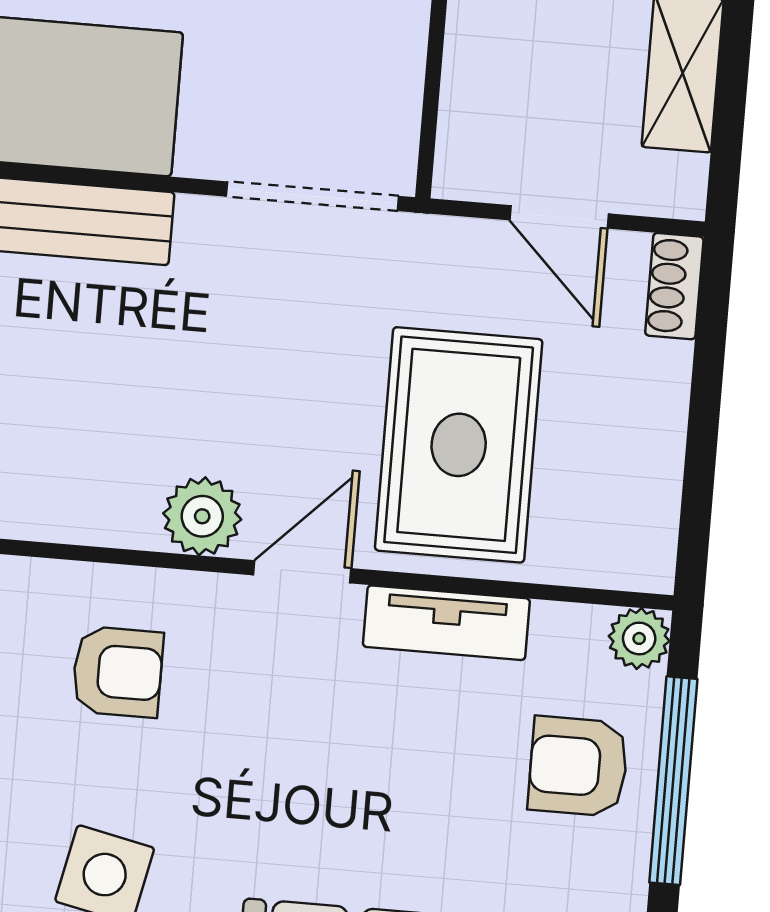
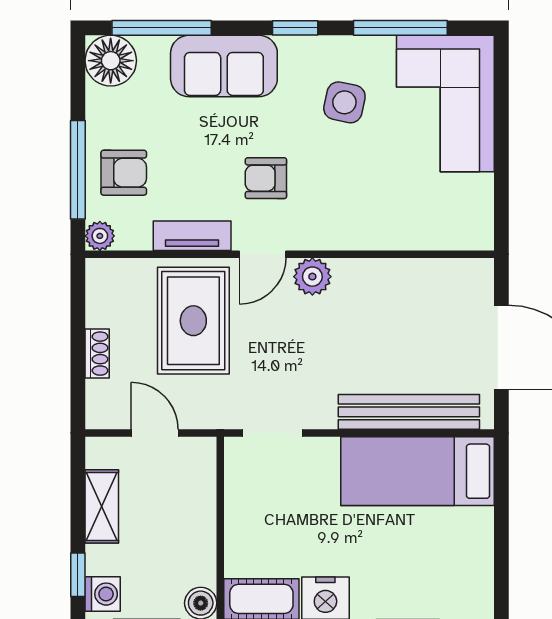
doorway: (312, 196) -> (273, 433), width x0.73
shoe rack: (674, 286) -> (97, 354), moved
armchair: (118, 672) -> (266, 178), moved

